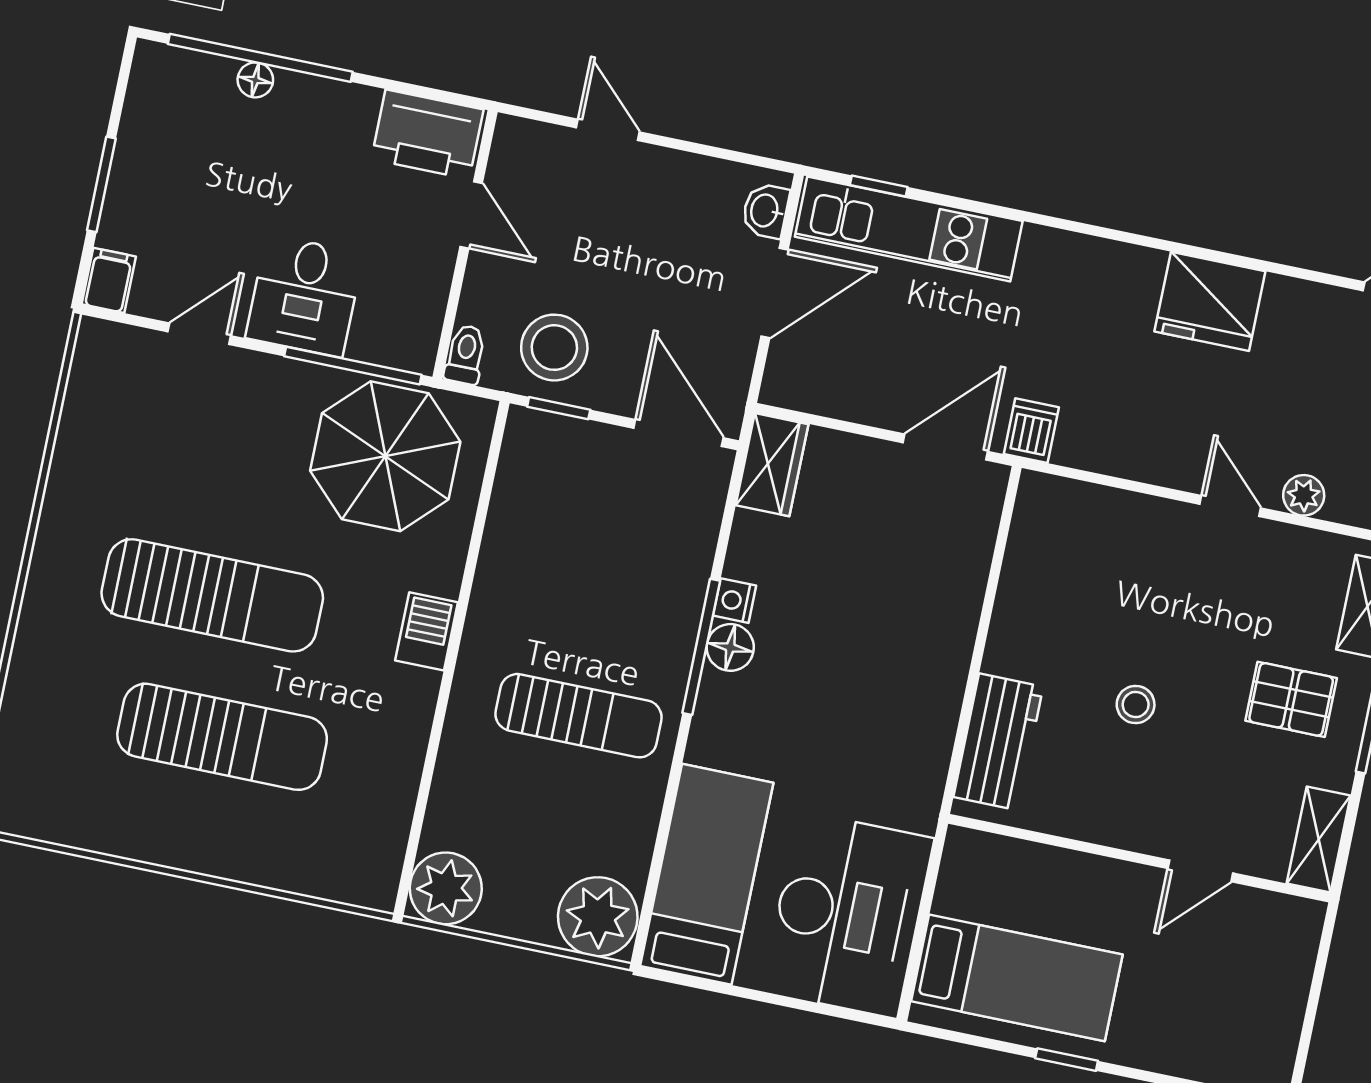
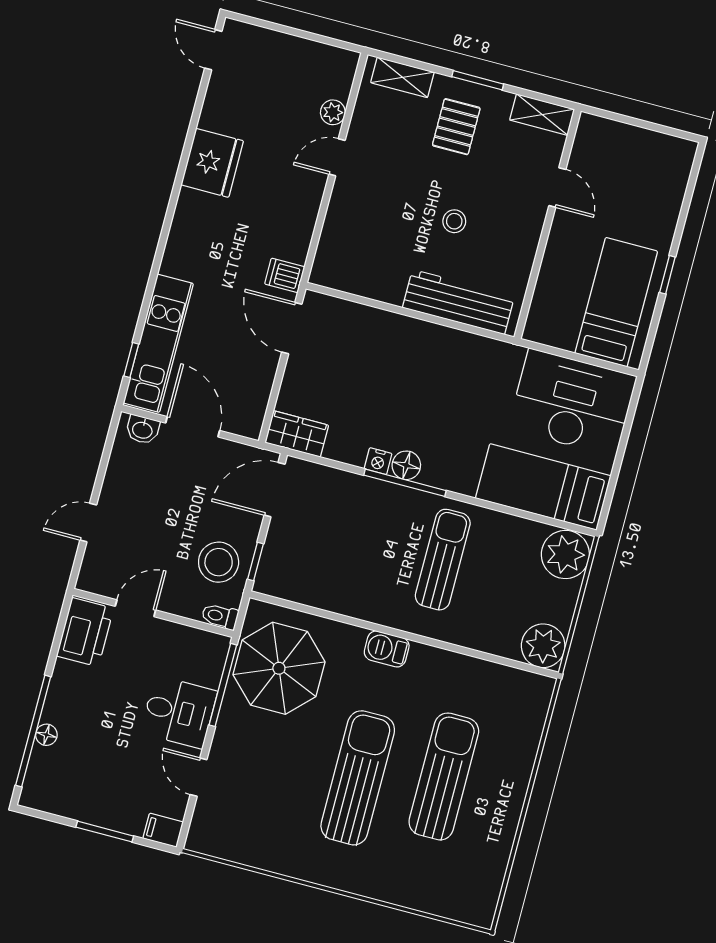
workbench: (998, 742) -> (458, 302), width x1.38

